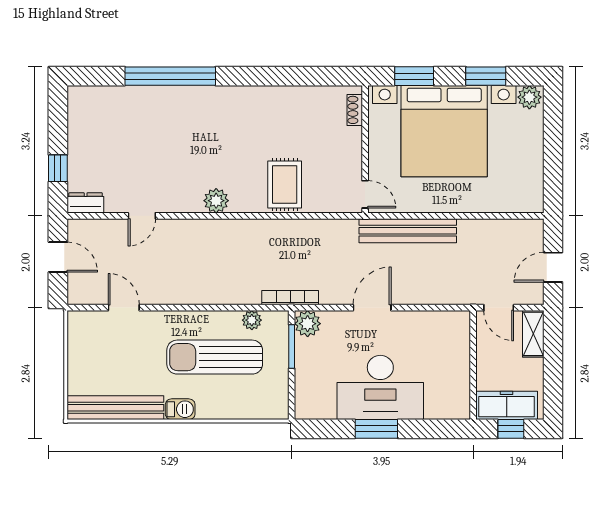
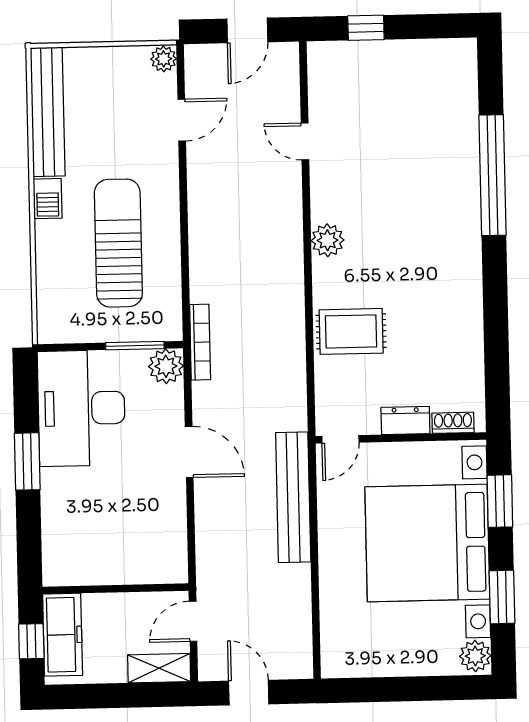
dresser: (86, 203) -> (405, 420), moved, turned -90
plant: (252, 320) -> (164, 59), moved
desk: (380, 387) -> (81, 408), moved

